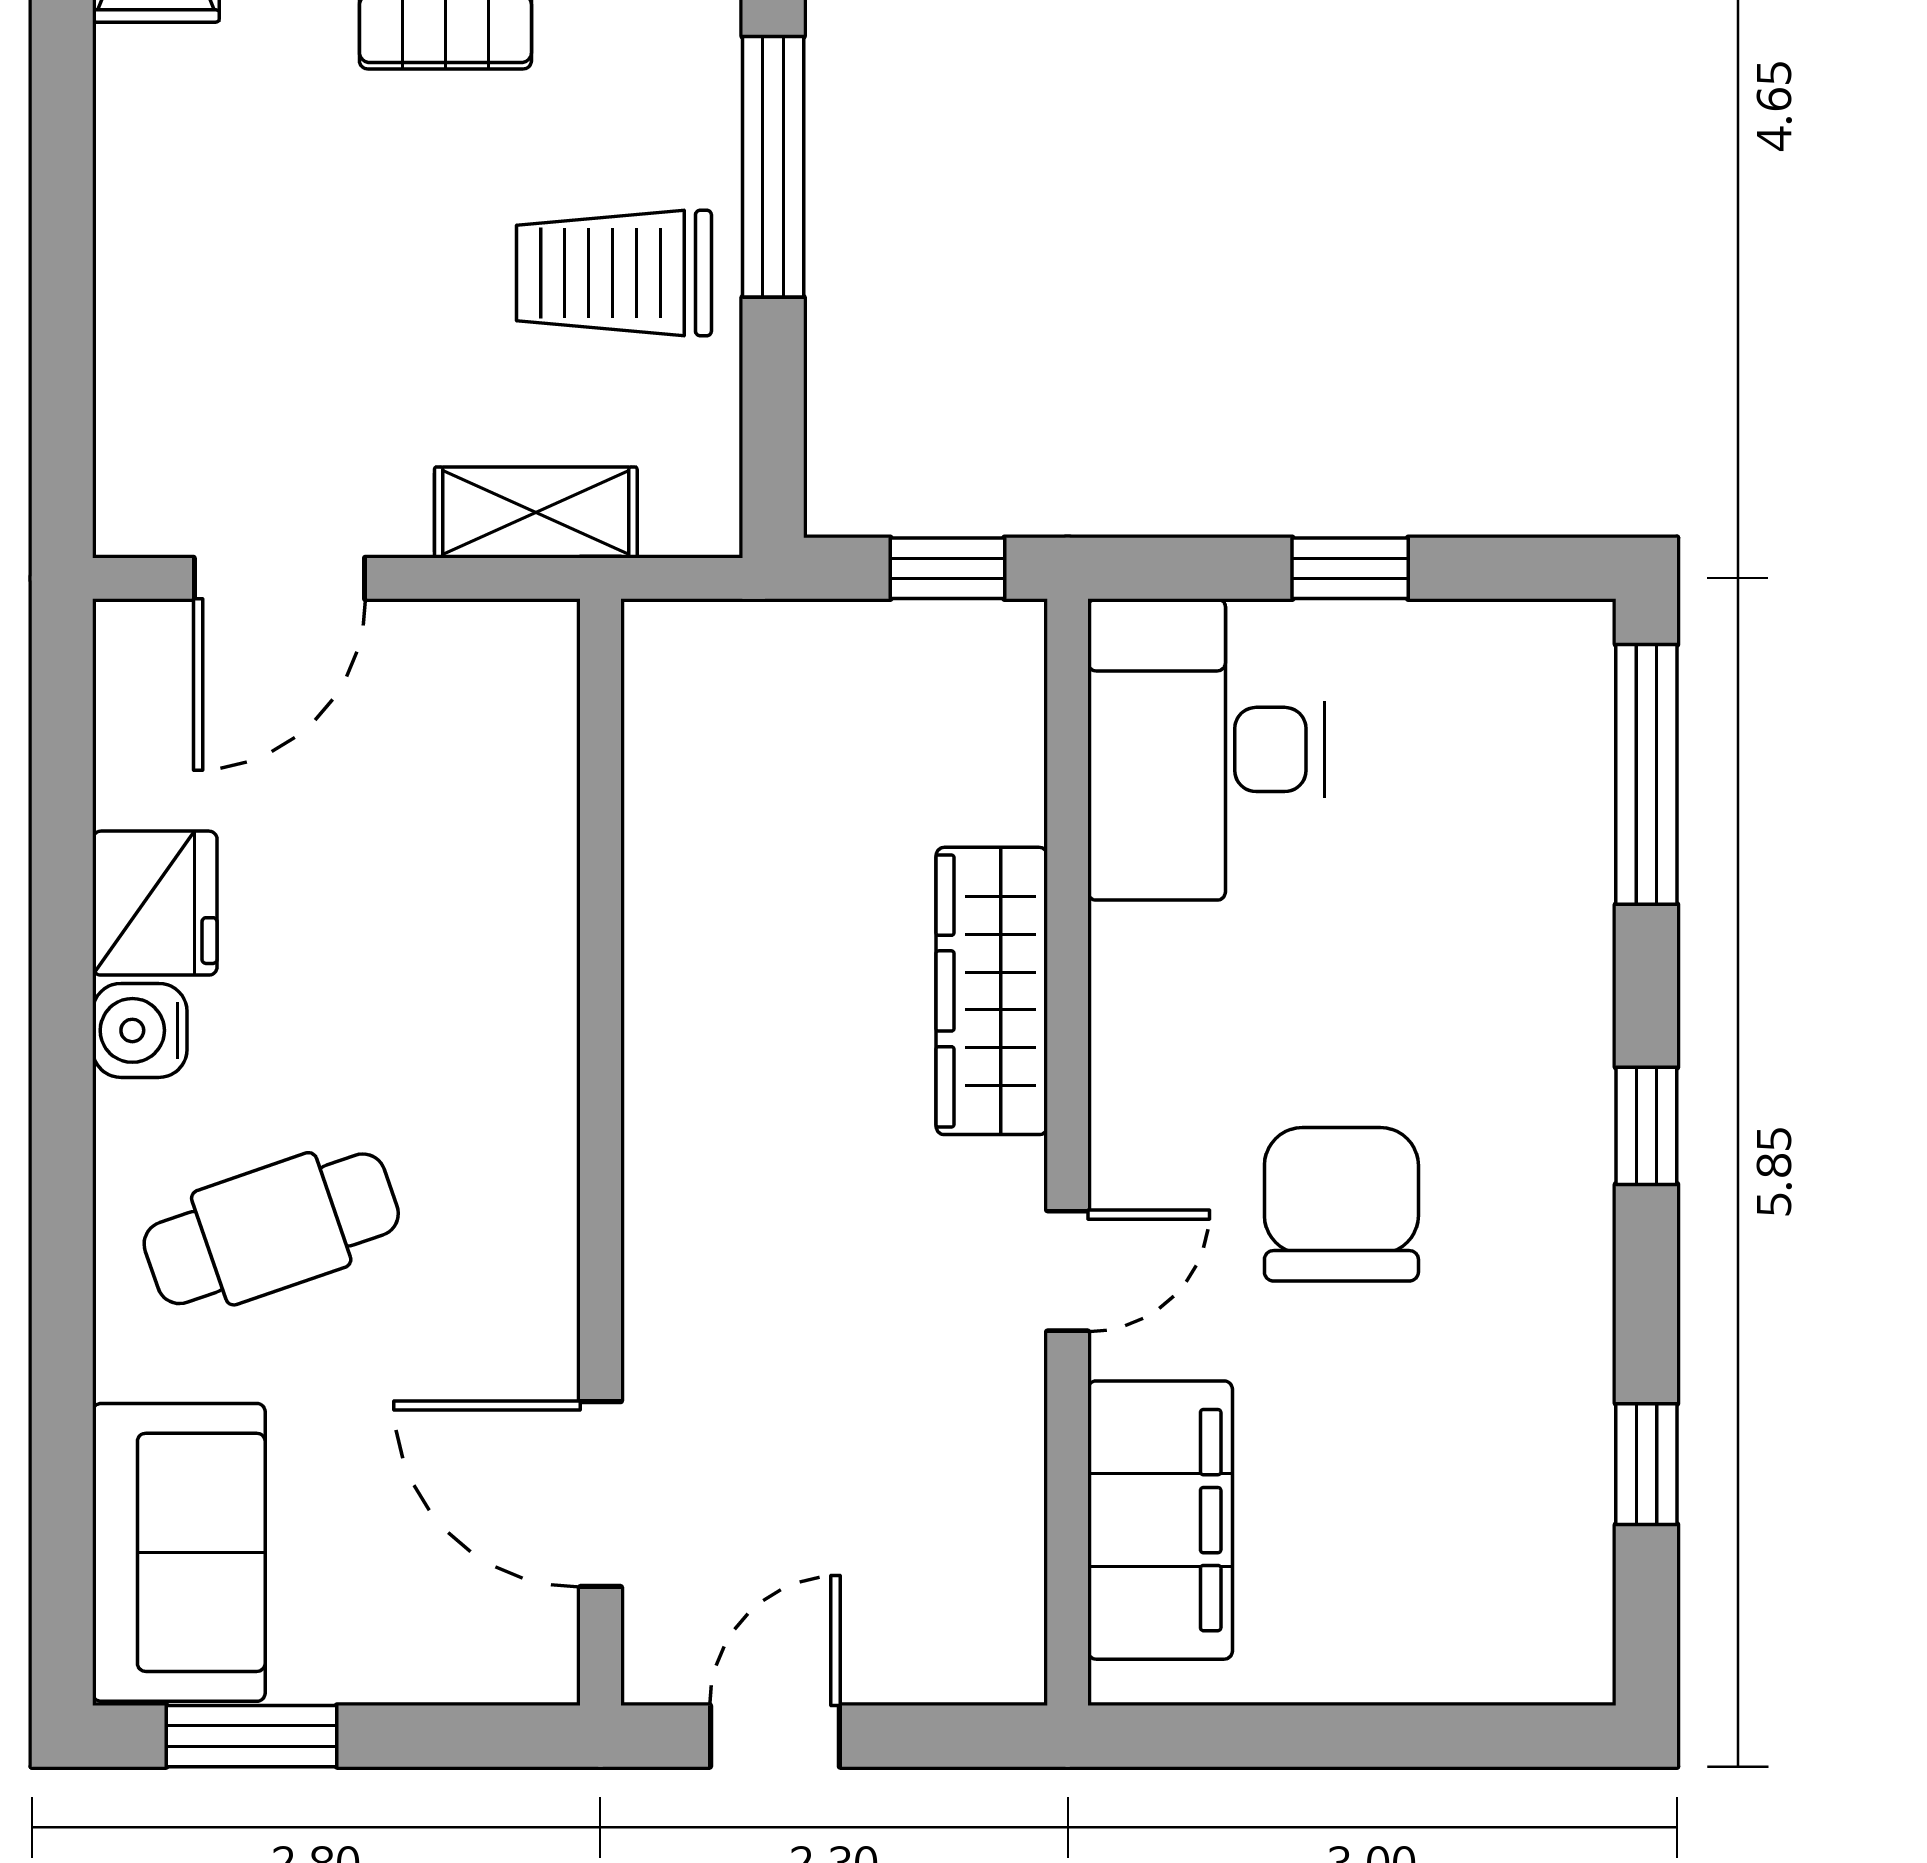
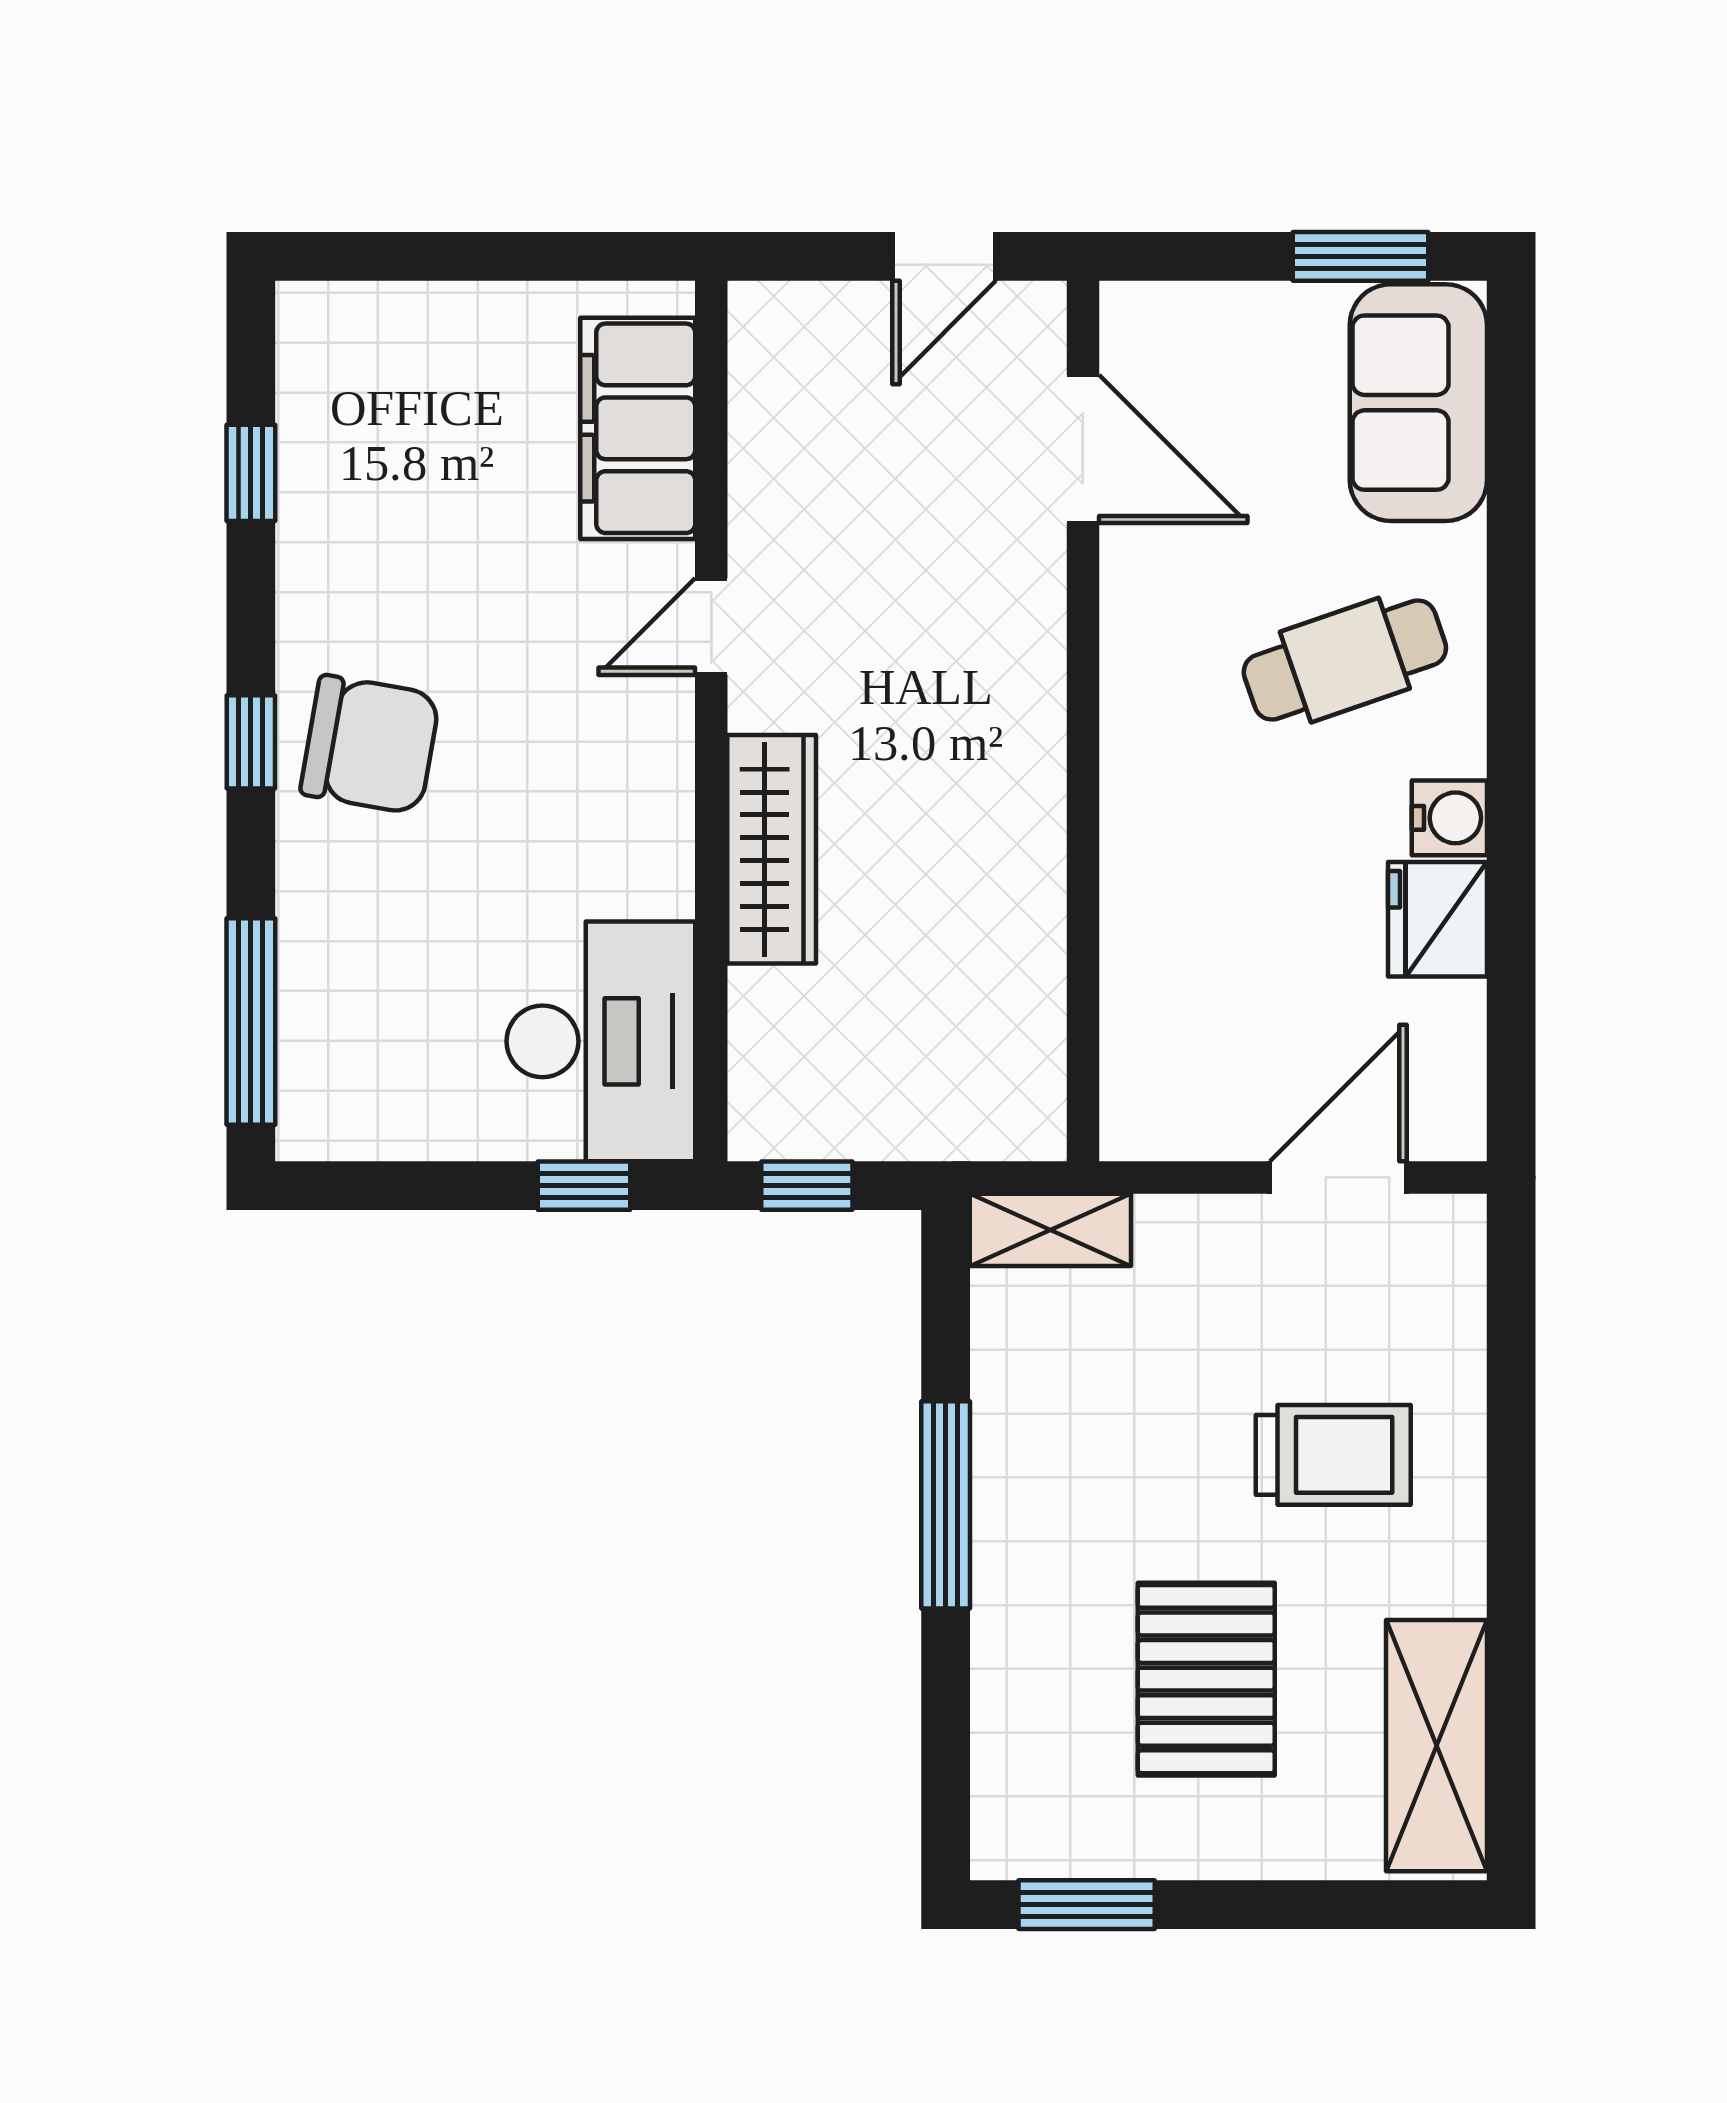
trolley: (614, 273) -> (1333, 1455), moved
shelving: (536, 513) -> (1050, 1230), moved
window: (1350, 568) -> (584, 1186), moved
chair: (1341, 1204) -> (370, 744), moved, turned -80

